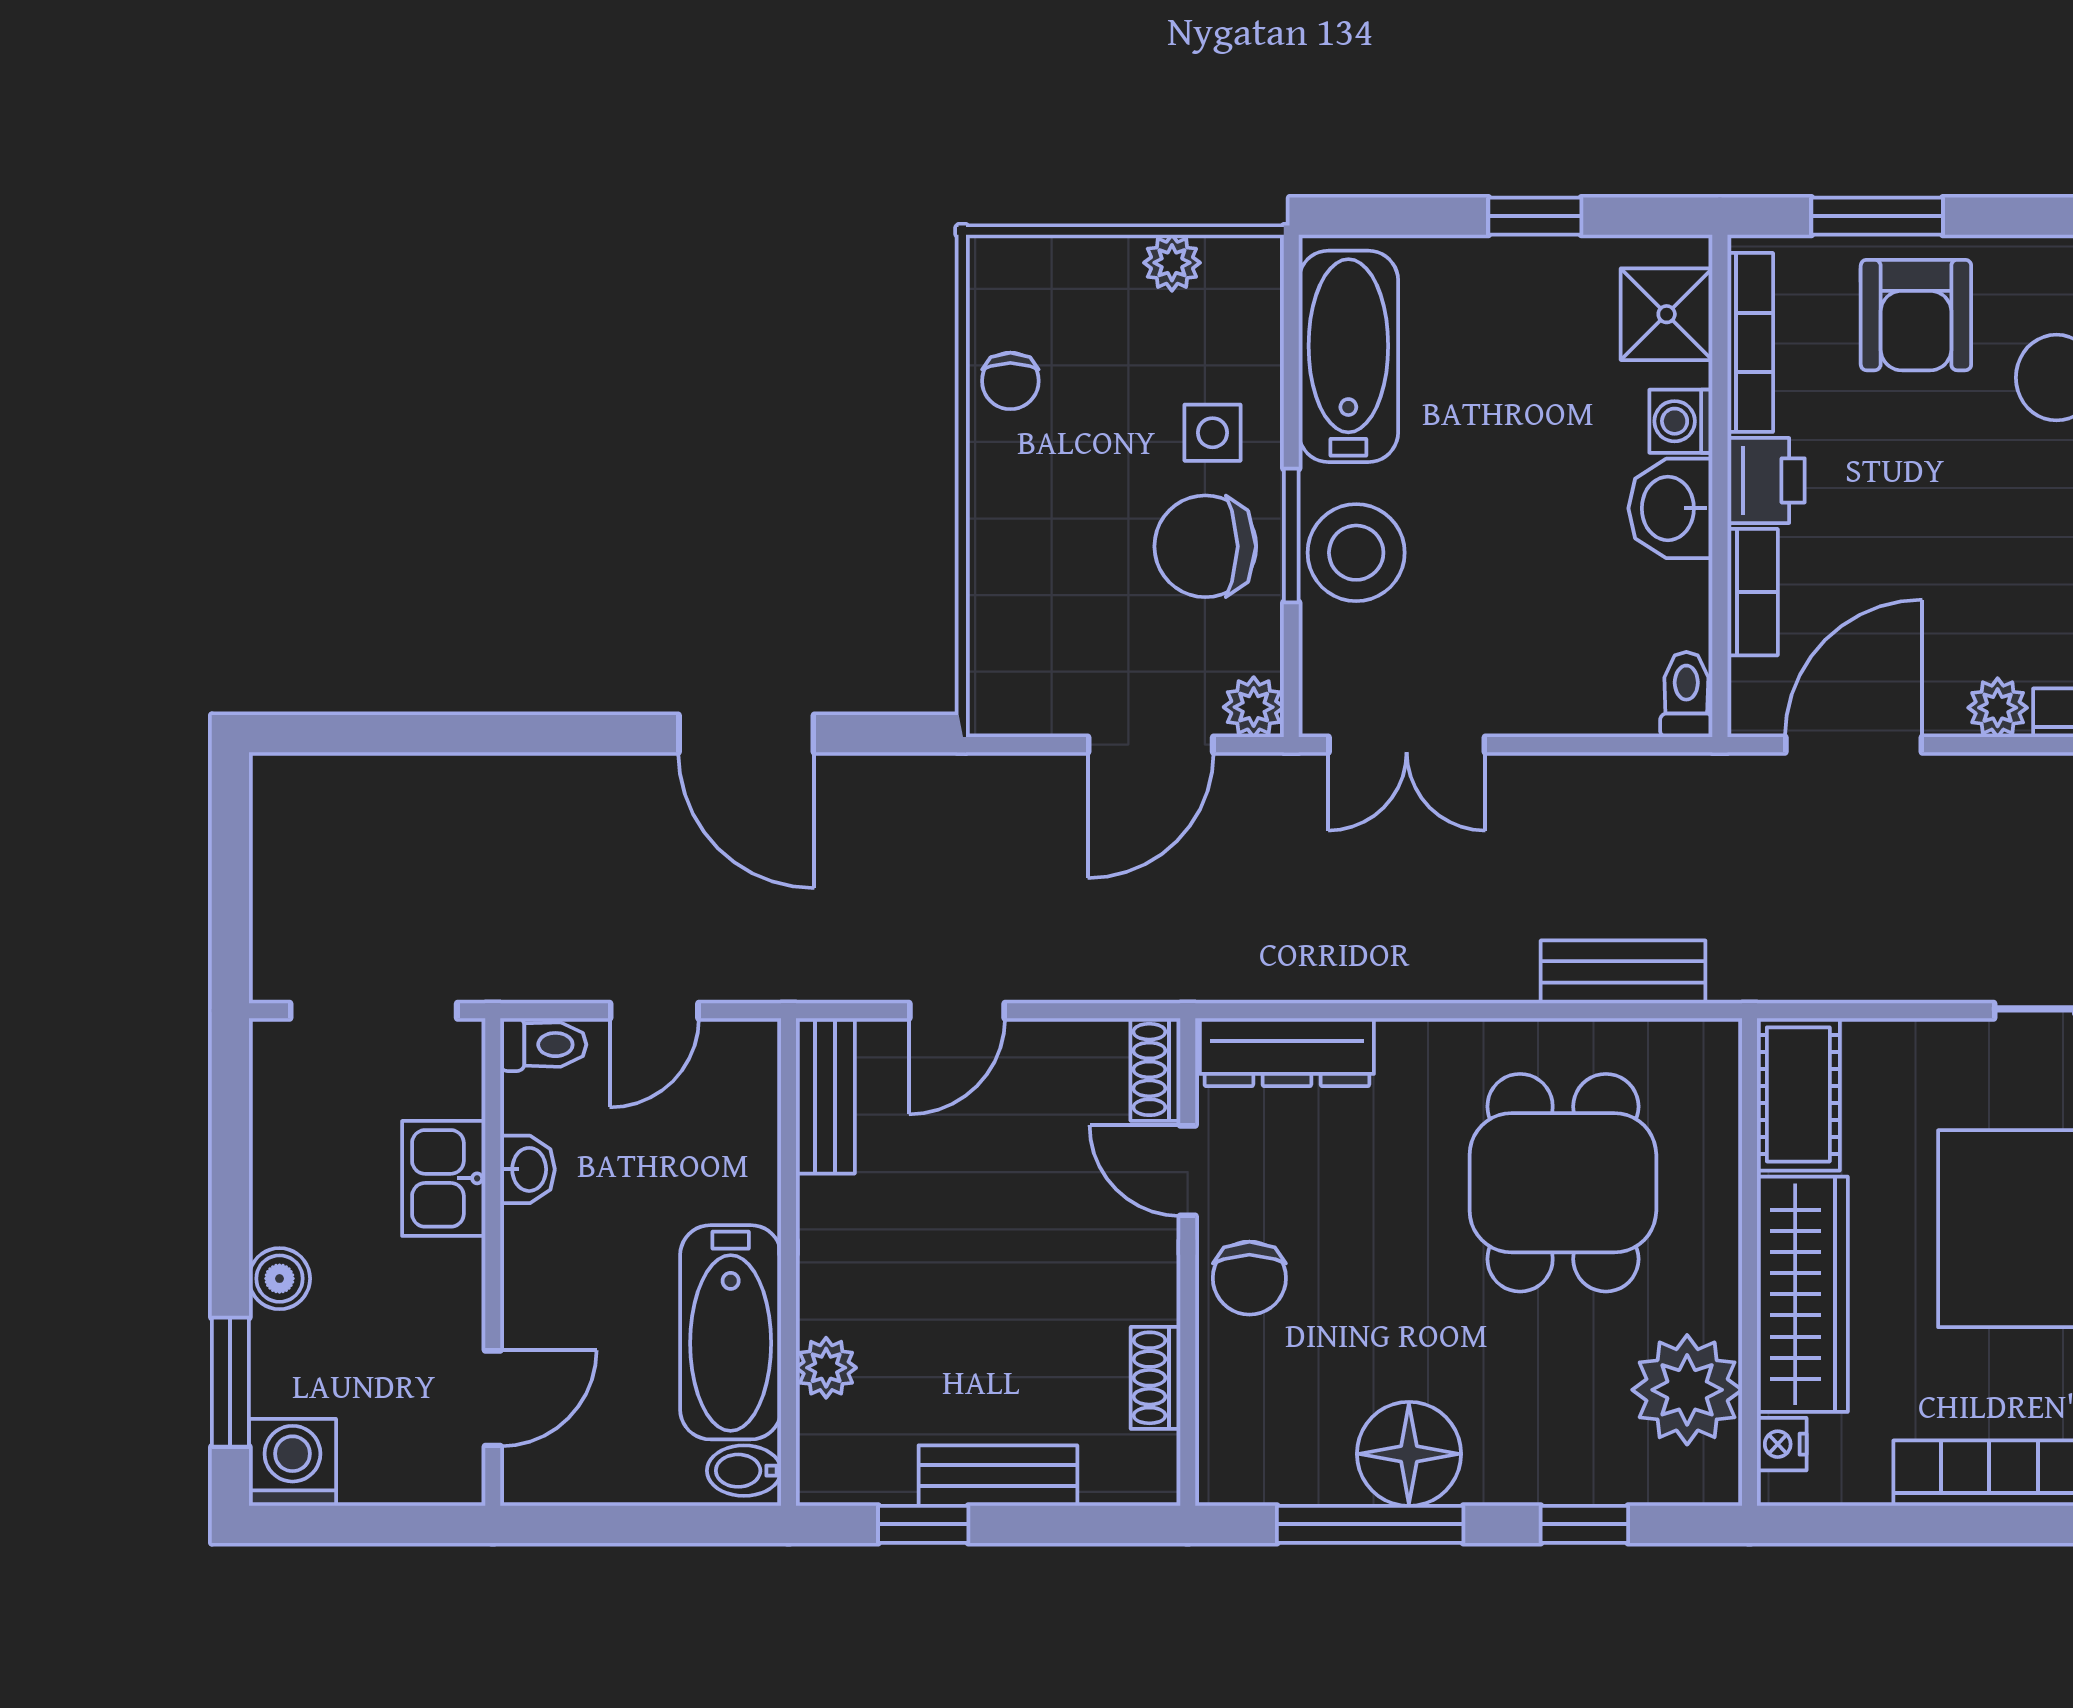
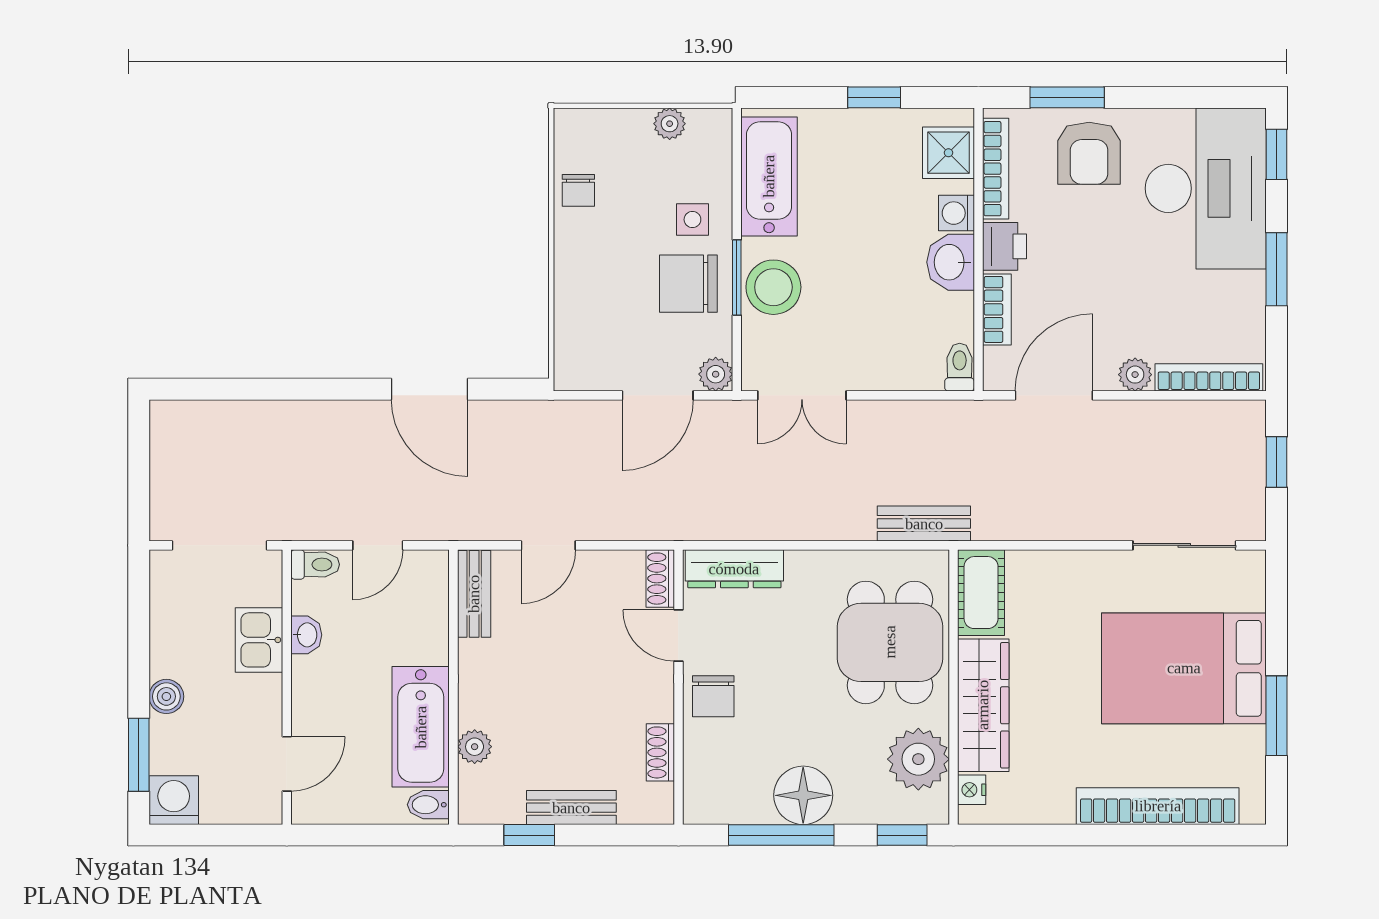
cot: (1798, 1094) -> (981, 593), moved
wall: (1749, 1262) -> (953, 687), moved
wardrobe: (1802, 1294) -> (983, 705), moved
plant: (1687, 1390) -> (918, 759), moved
nightstand: (1782, 1444) -> (972, 790), moved

